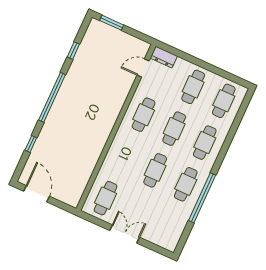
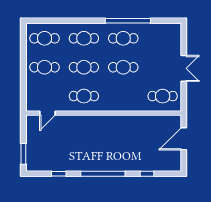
dresser: (164, 57) -> (32, 101), removed
door: (143, 68) -> (48, 113), hinge flipped
door: (37, 194) -> (184, 139), moved
double door: (125, 234) -> (184, 68), swing flipped

